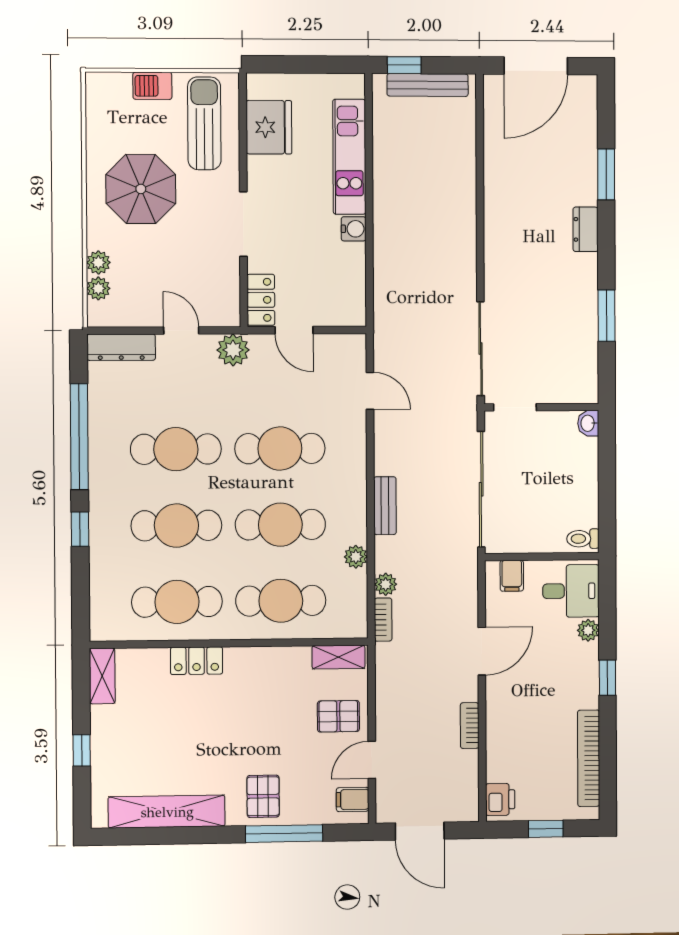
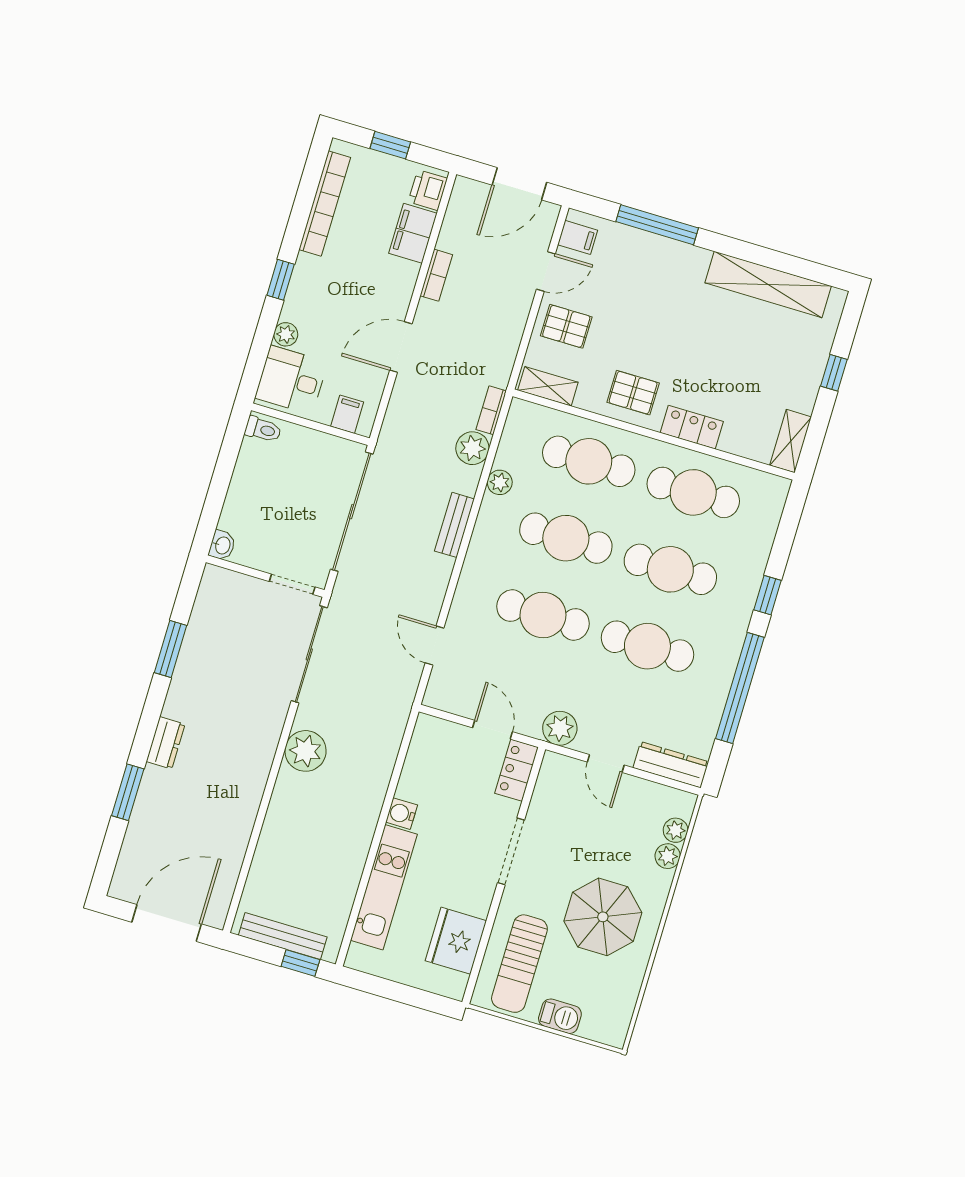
plant: (458, 260) -> (306, 751), added
plant: (386, 584) -> (472, 448), width x1.38, depth x1.38
filing cabinet: (502, 757) -> (413, 233), added
pallet: (263, 796) -> (633, 393), moved, turned 90
door: (420, 831) -> (519, 184), swing flipped

